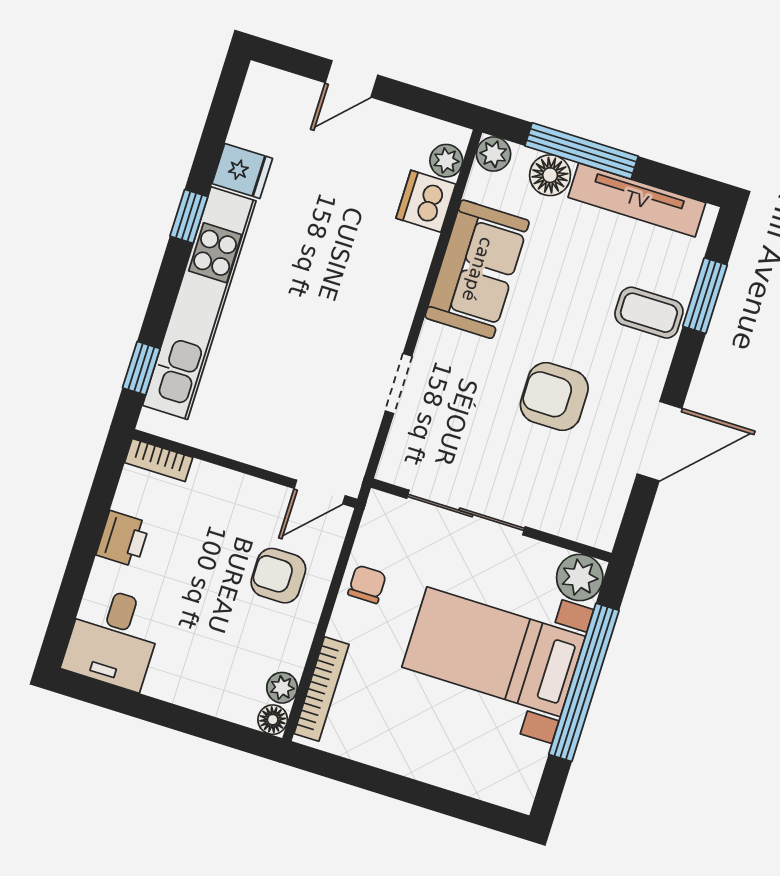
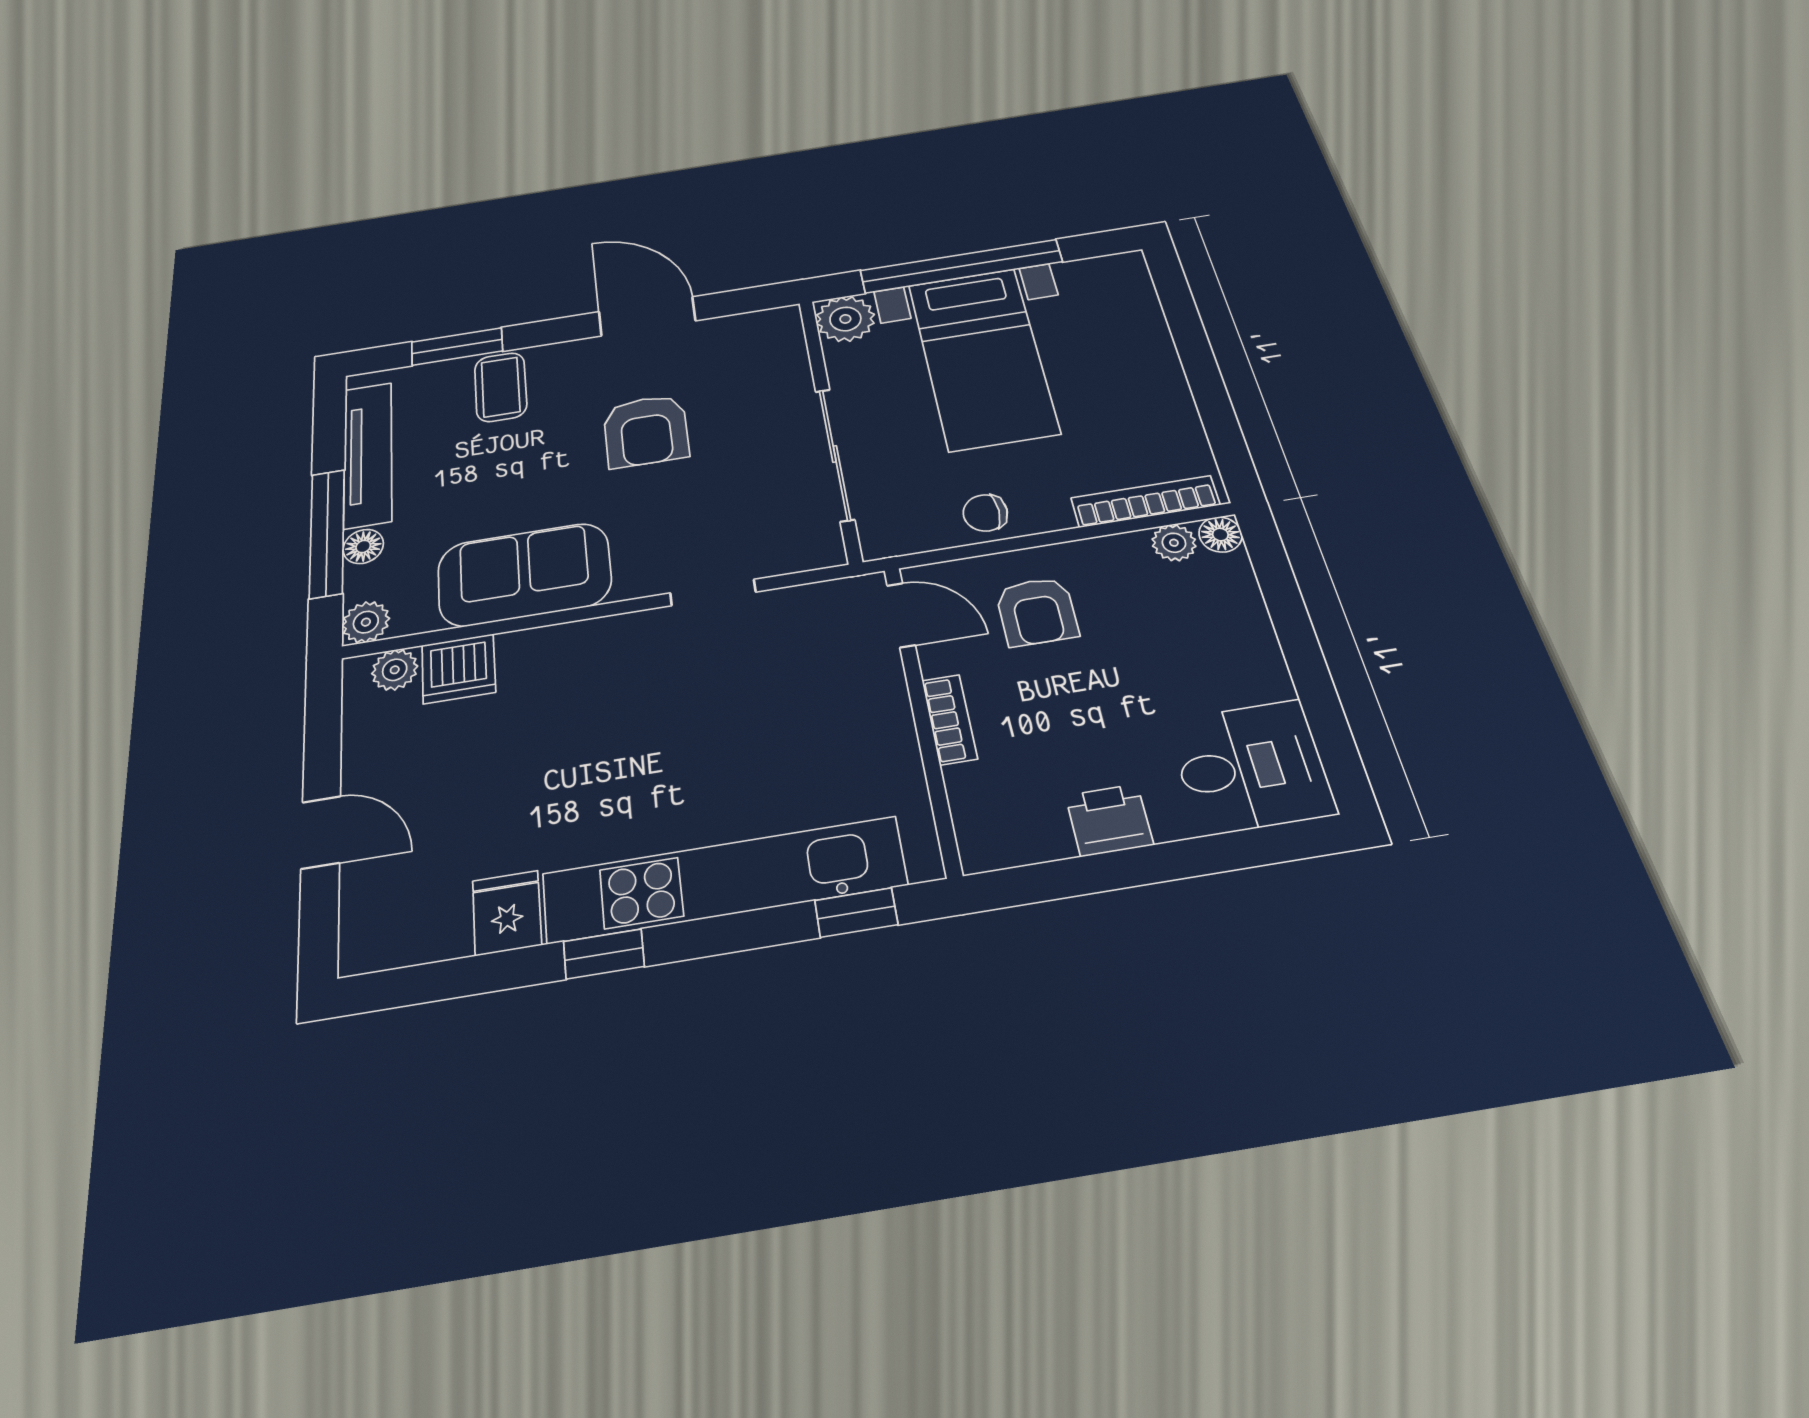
floor lamp: (550, 175) -> (363, 546), width x0.73, depth x0.73
bookcase: (159, 460) -> (950, 719), moved

